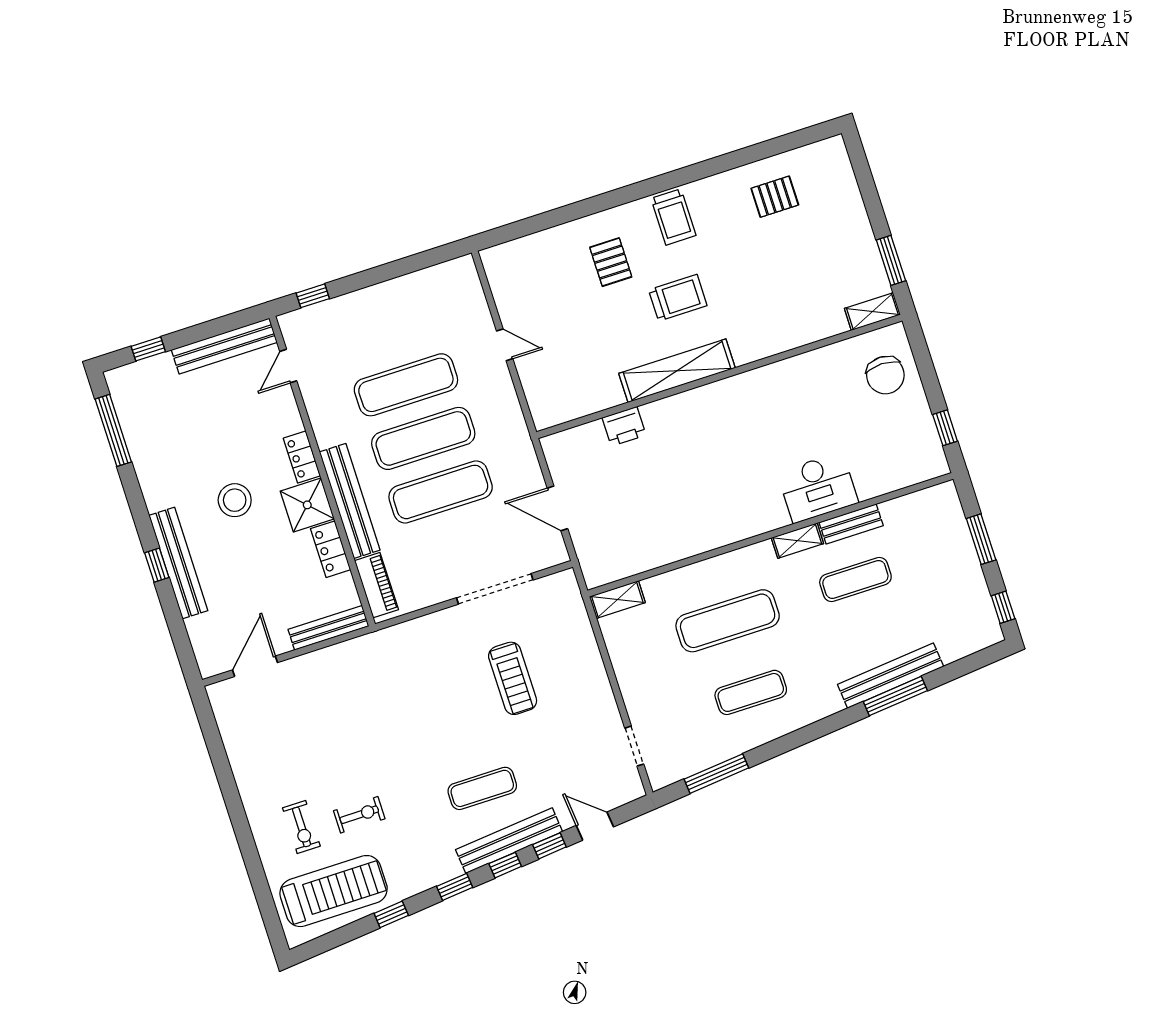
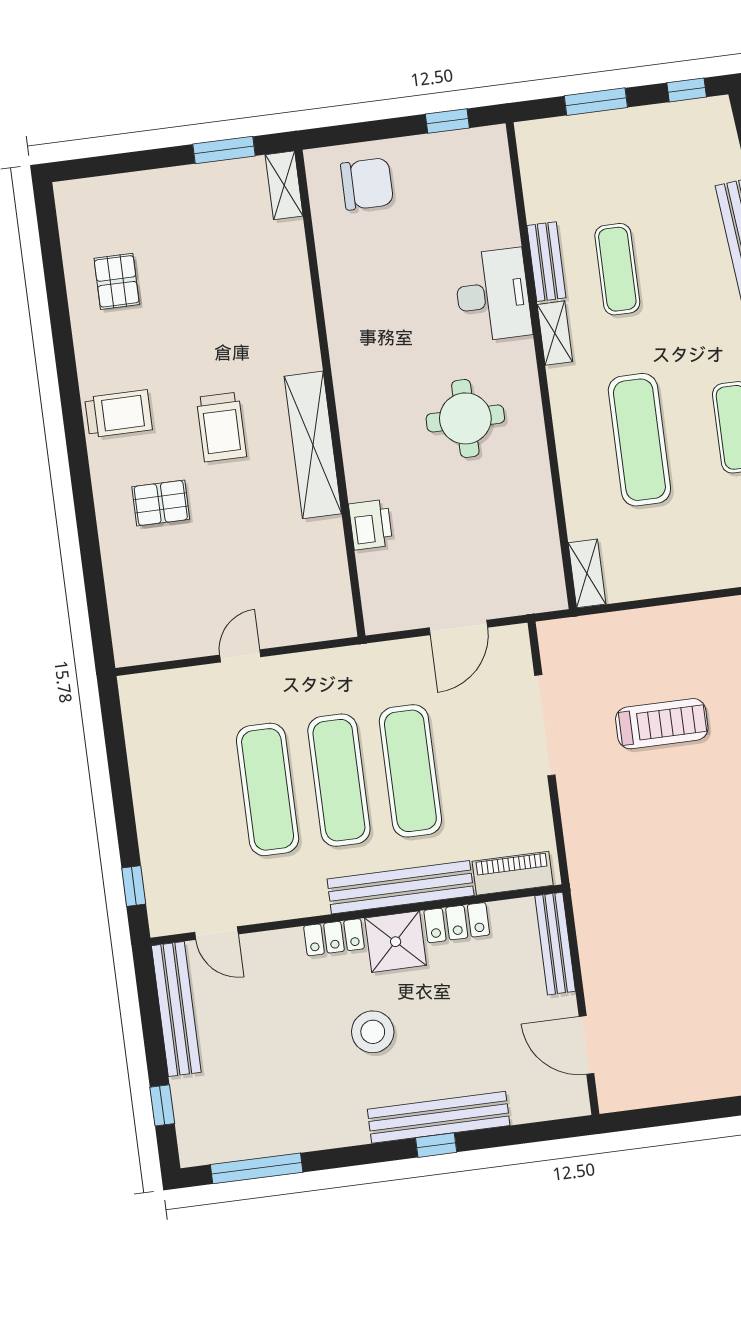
trolley: (678, 298) -> (221, 427), turned 180
round table: (719, 484) -> (465, 418), added

